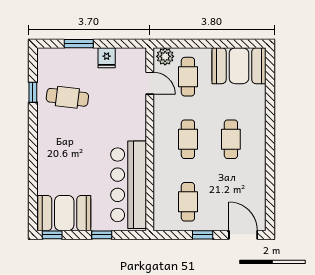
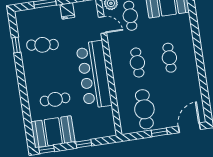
cafe table: (73, 171) -> (55, 99), added
bar counter: (129, 185) -> (94, 75), moved
cafe table: (188, 202) -> (144, 109), width x1.37, depth x1.35
door: (243, 235) -> (189, 128), hinge flipped

